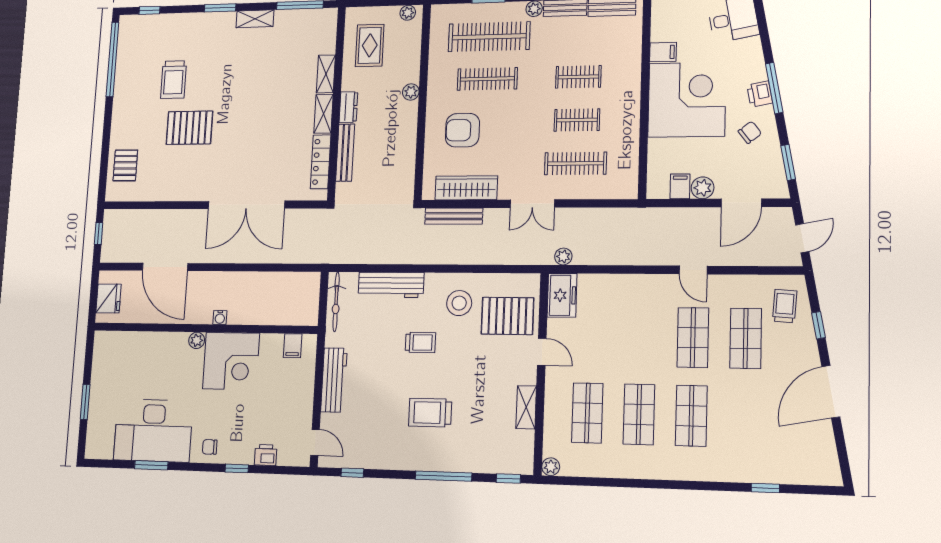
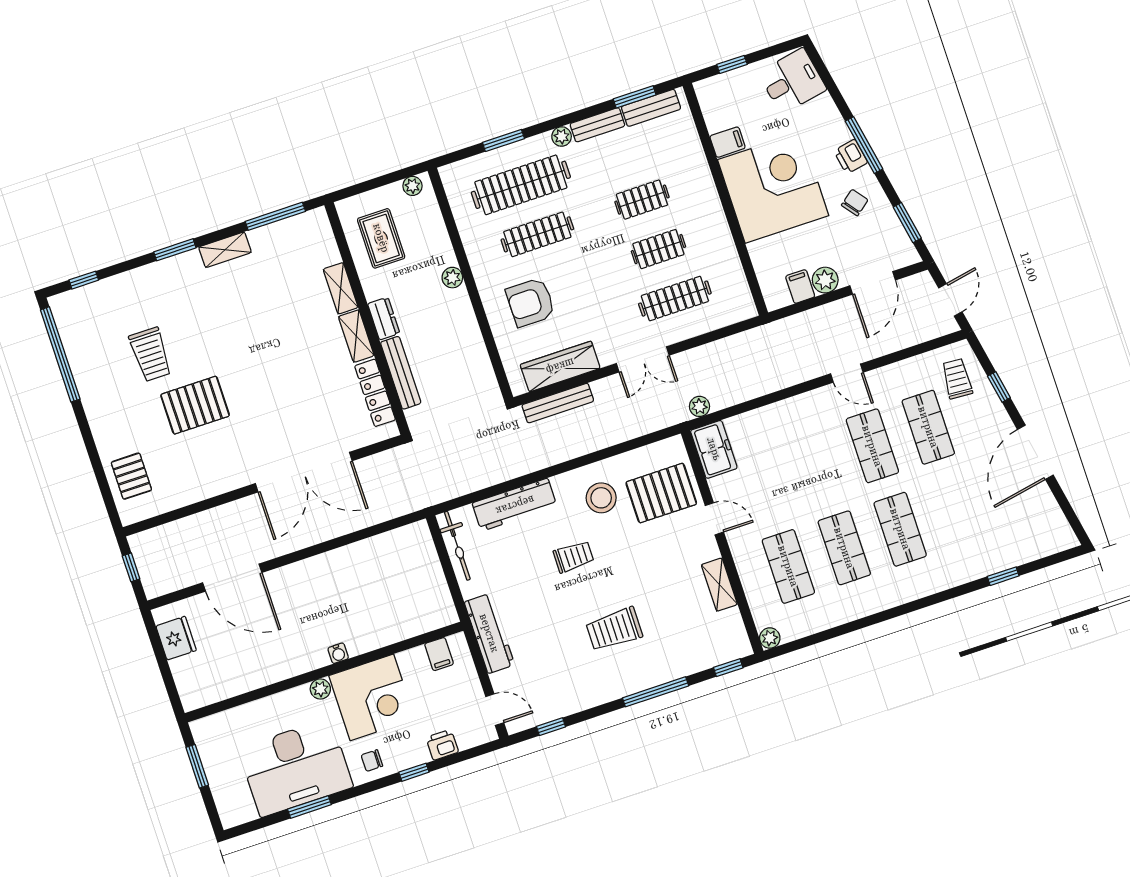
water cooler: (220, 318) -> (338, 653), moved
wall: (204, 328) -> (324, 672), moved
plant: (197, 340) -> (320, 689), moved
filing cabinet: (293, 346) -> (439, 654), moved
corner desk: (231, 361) -> (372, 697), moved

